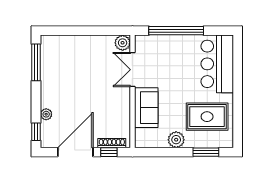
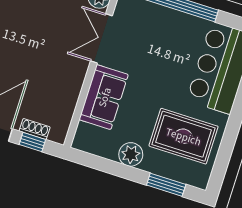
shoe rack: (112, 143) -> (35, 129), width x0.70

